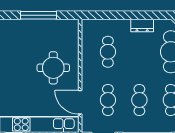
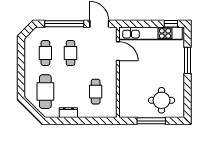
round table: (53, 68) -> (162, 100), moved
cafe table: (108, 100) -> (96, 53), removed

